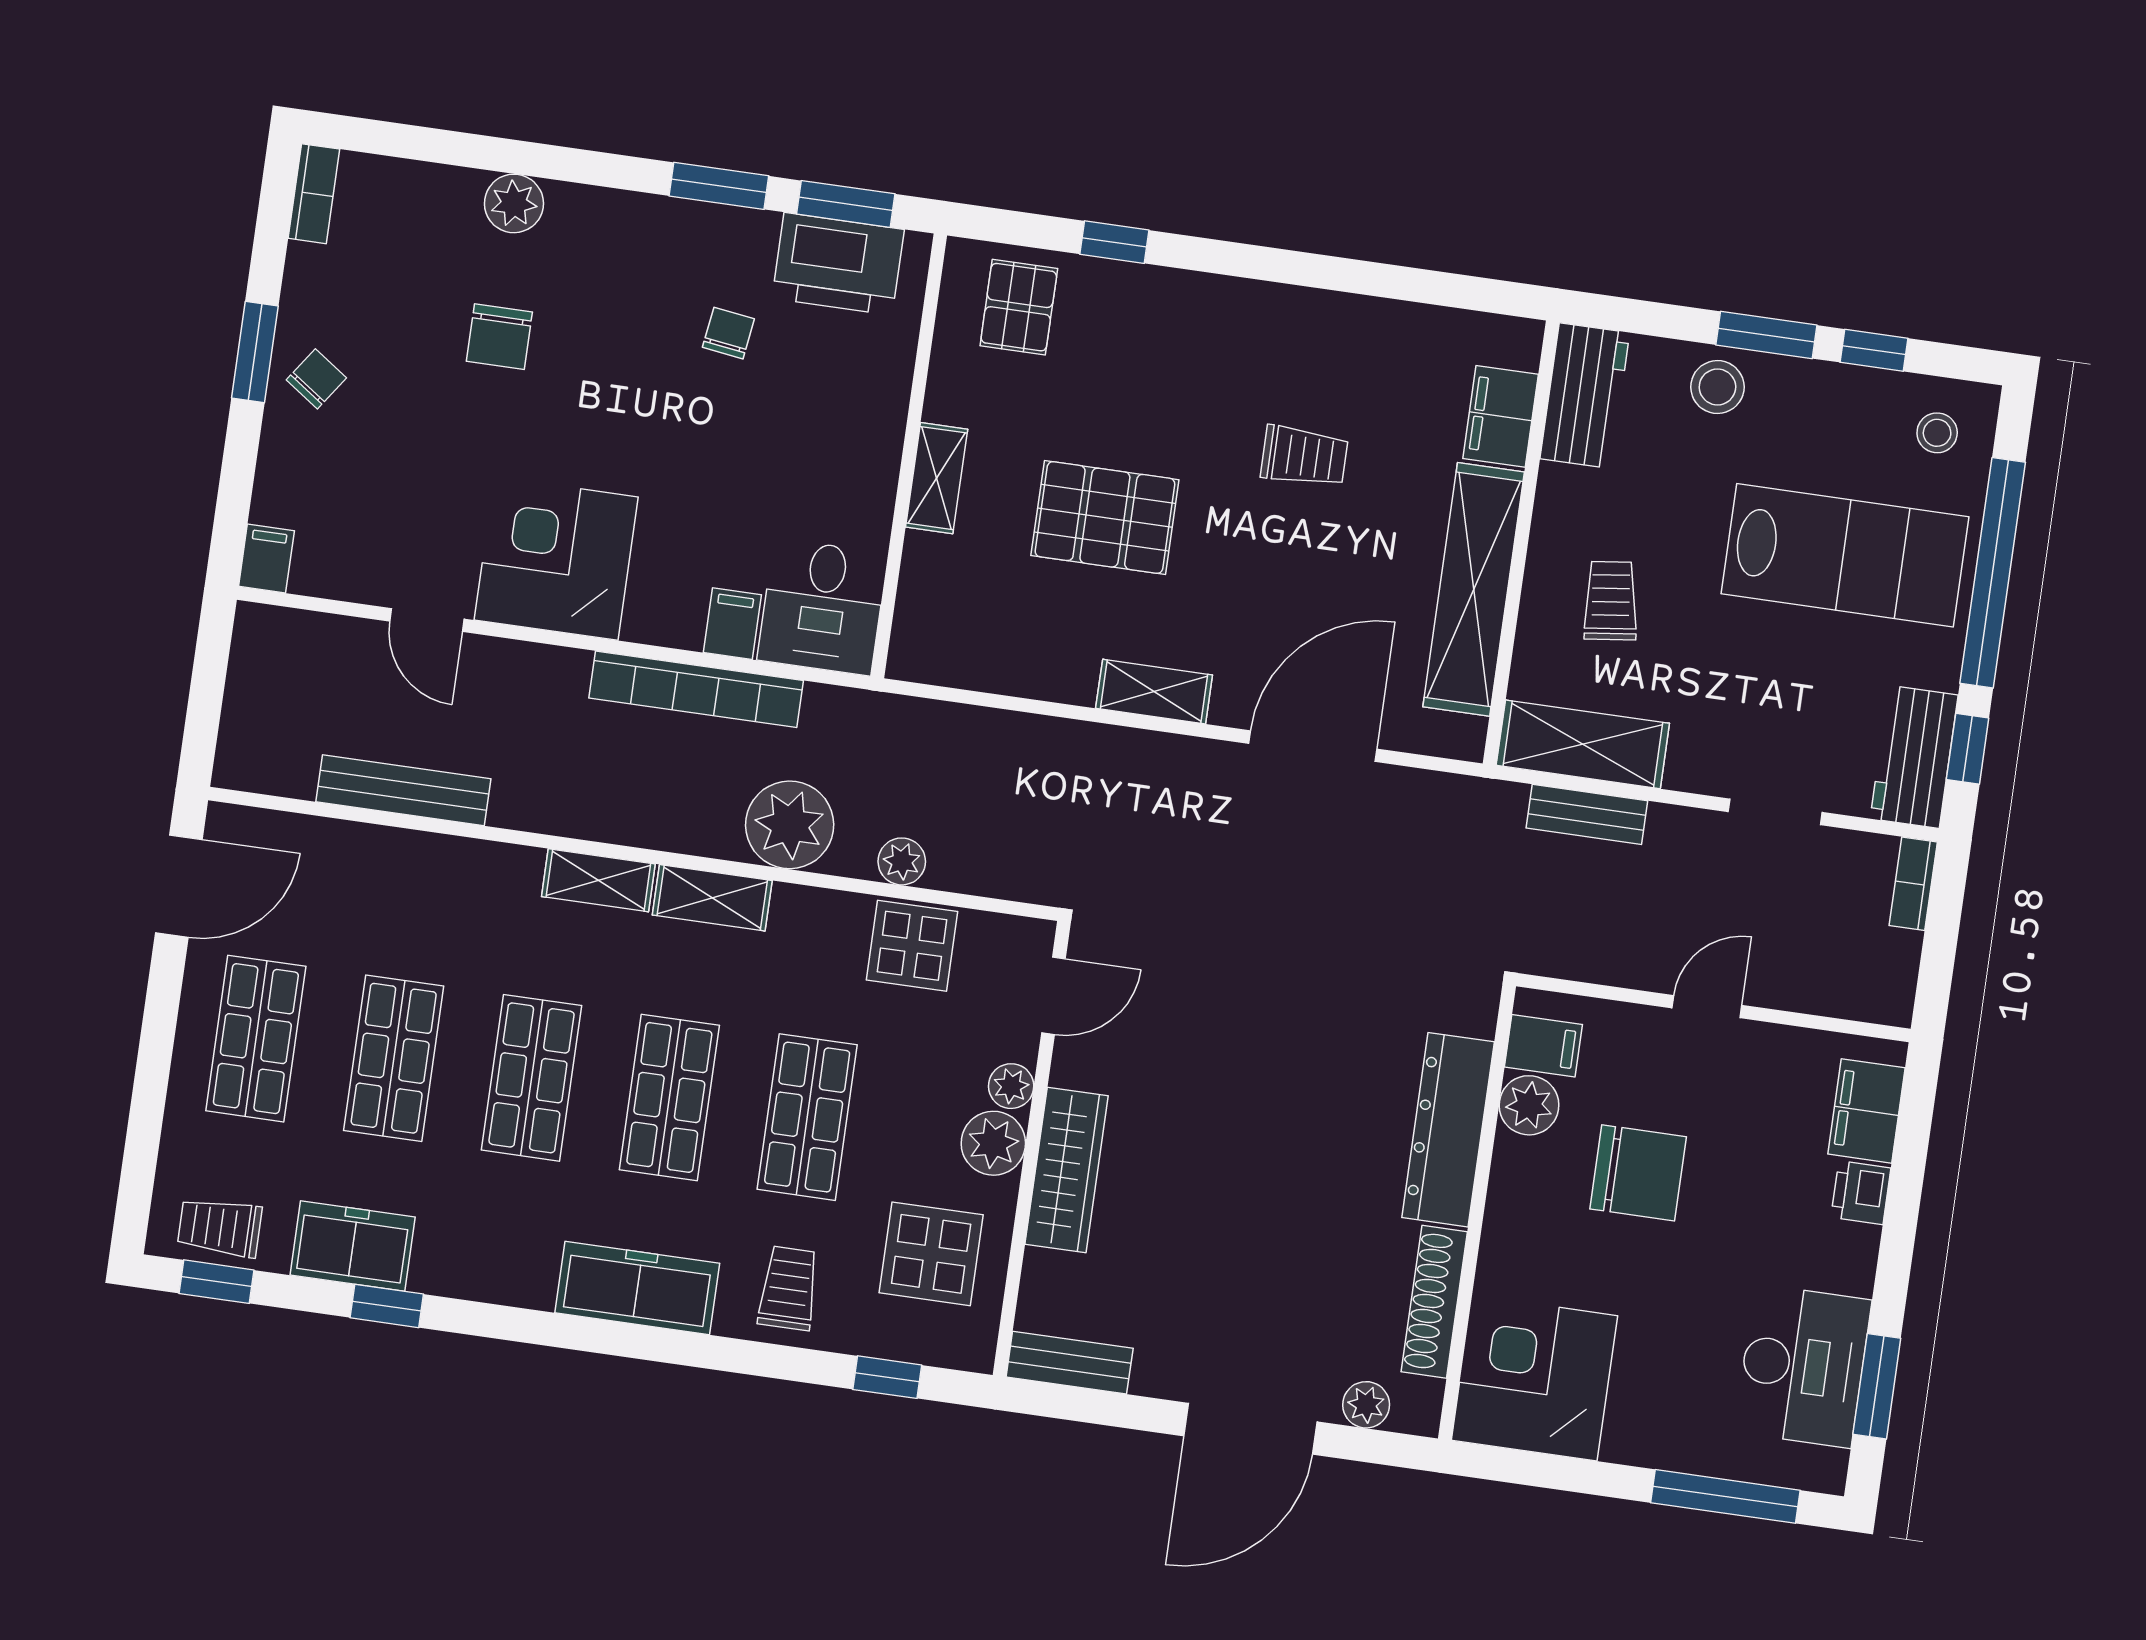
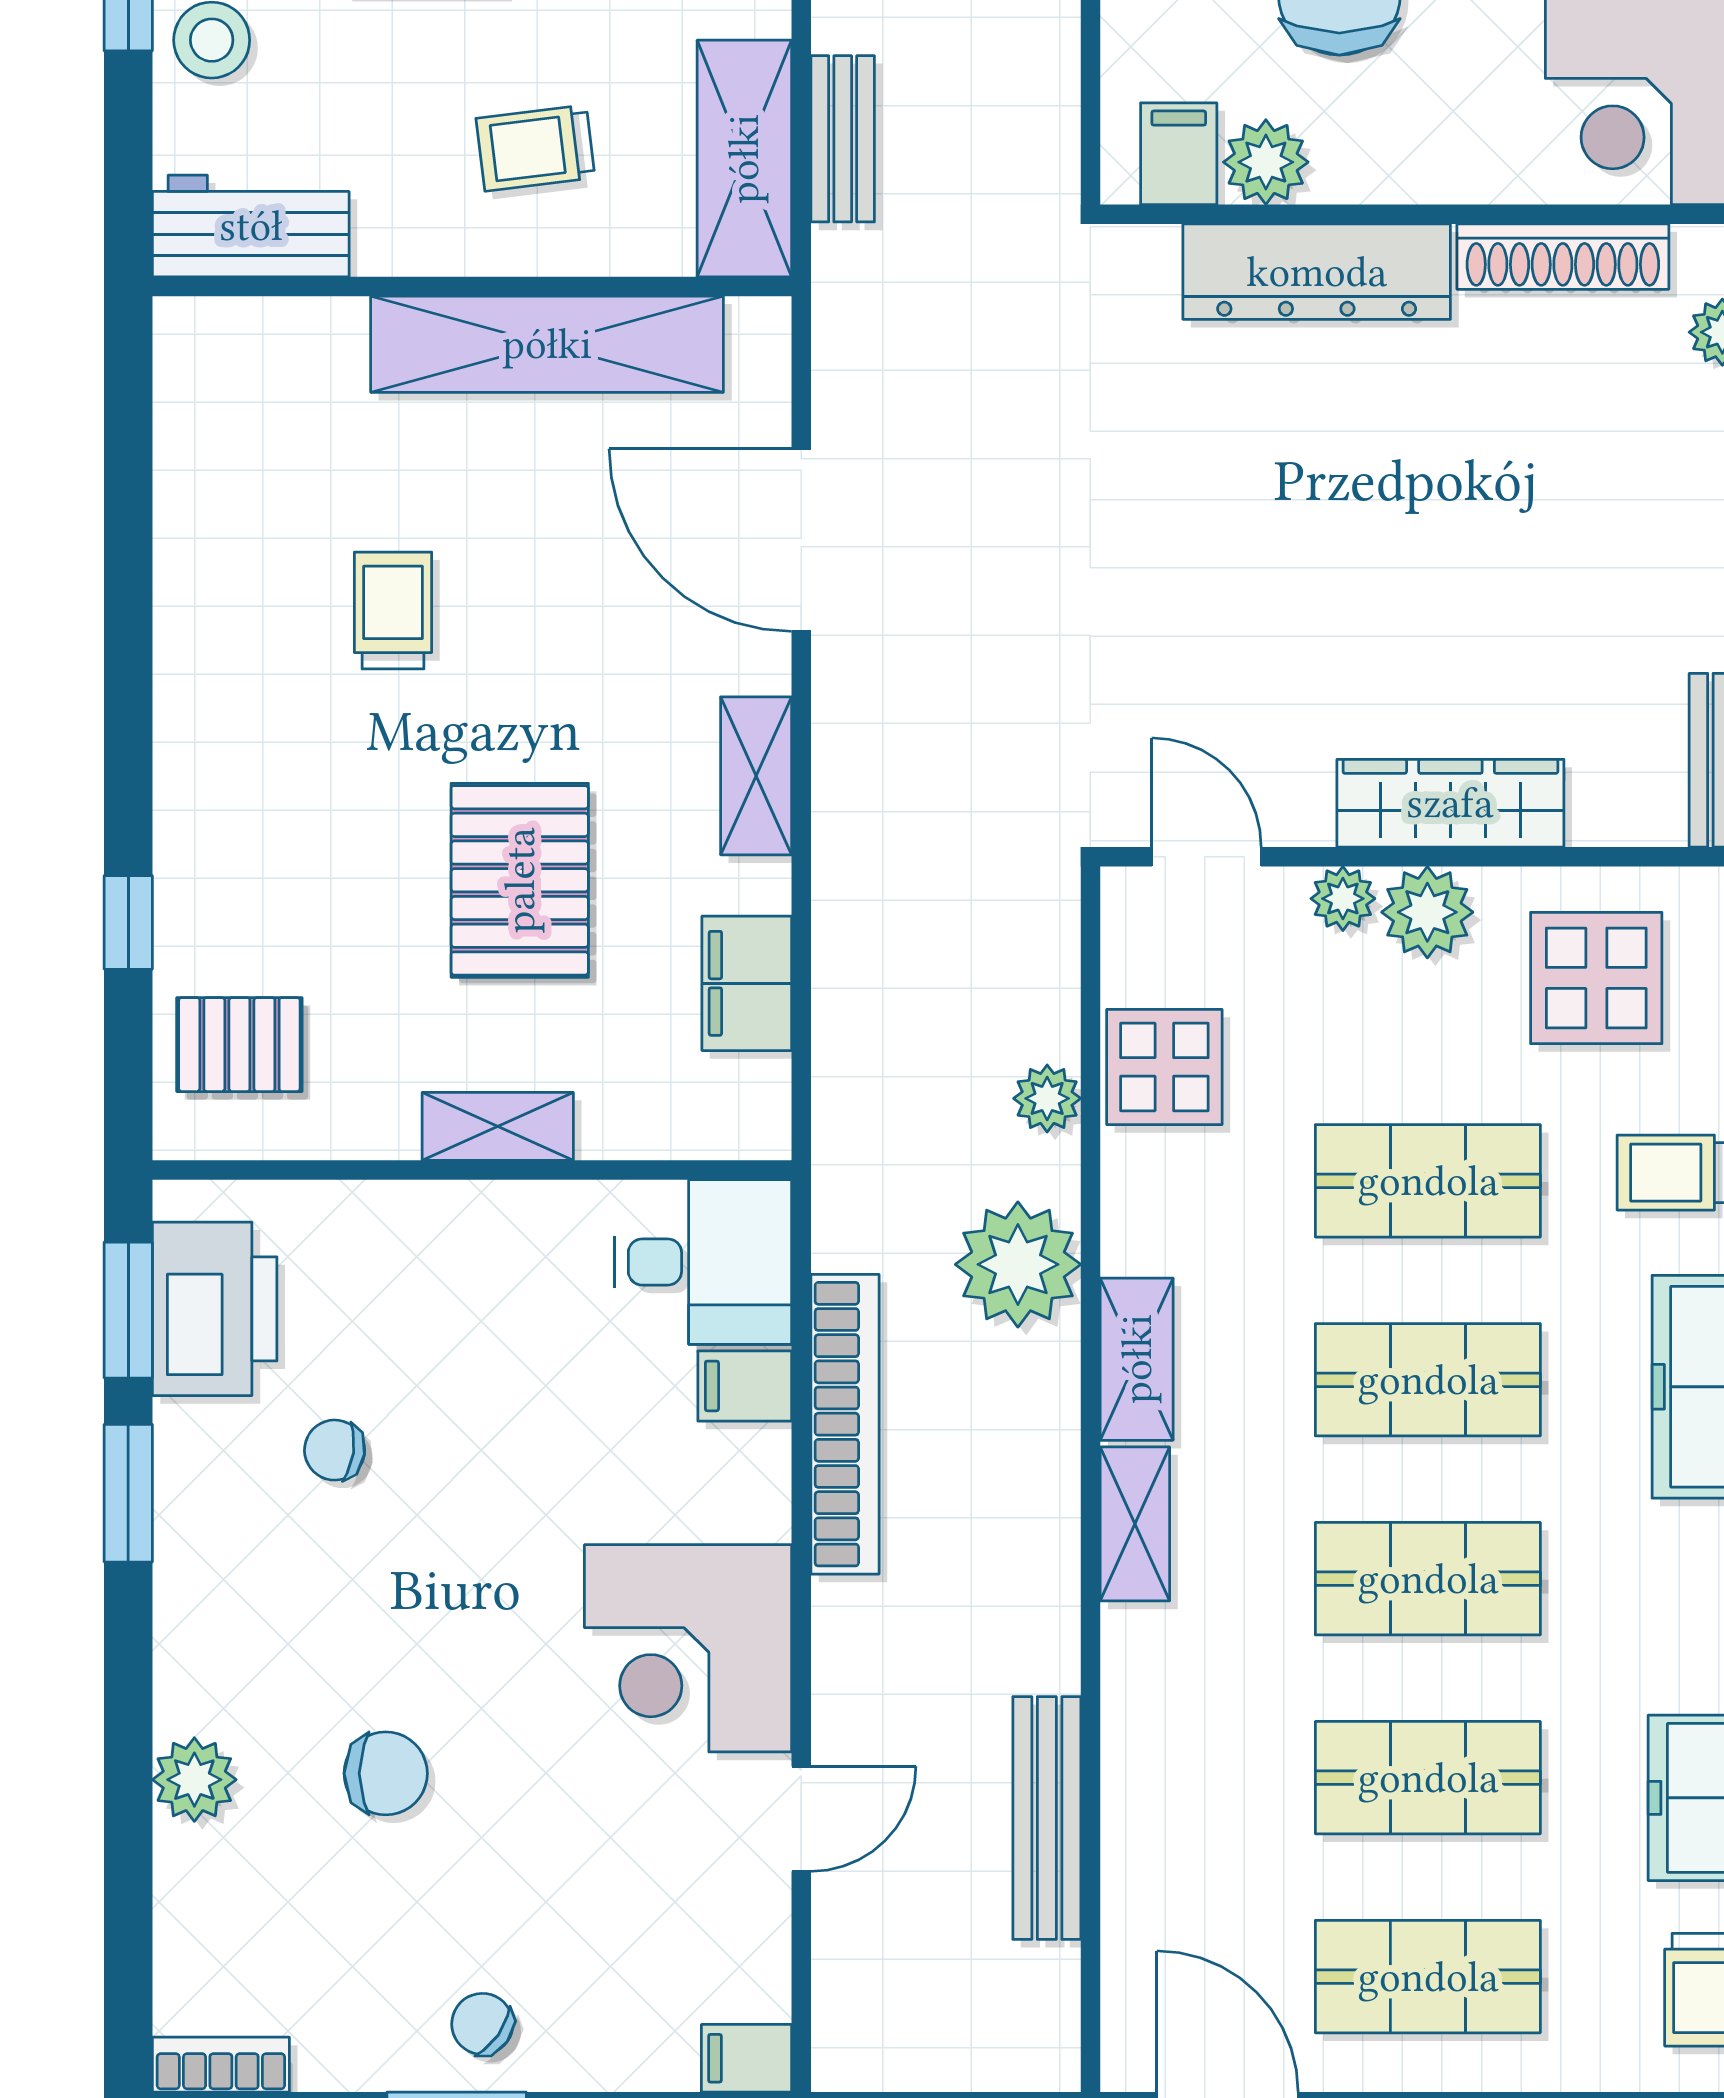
filing cabinet: (1501, 416) -> (747, 983), moved, turned 90

